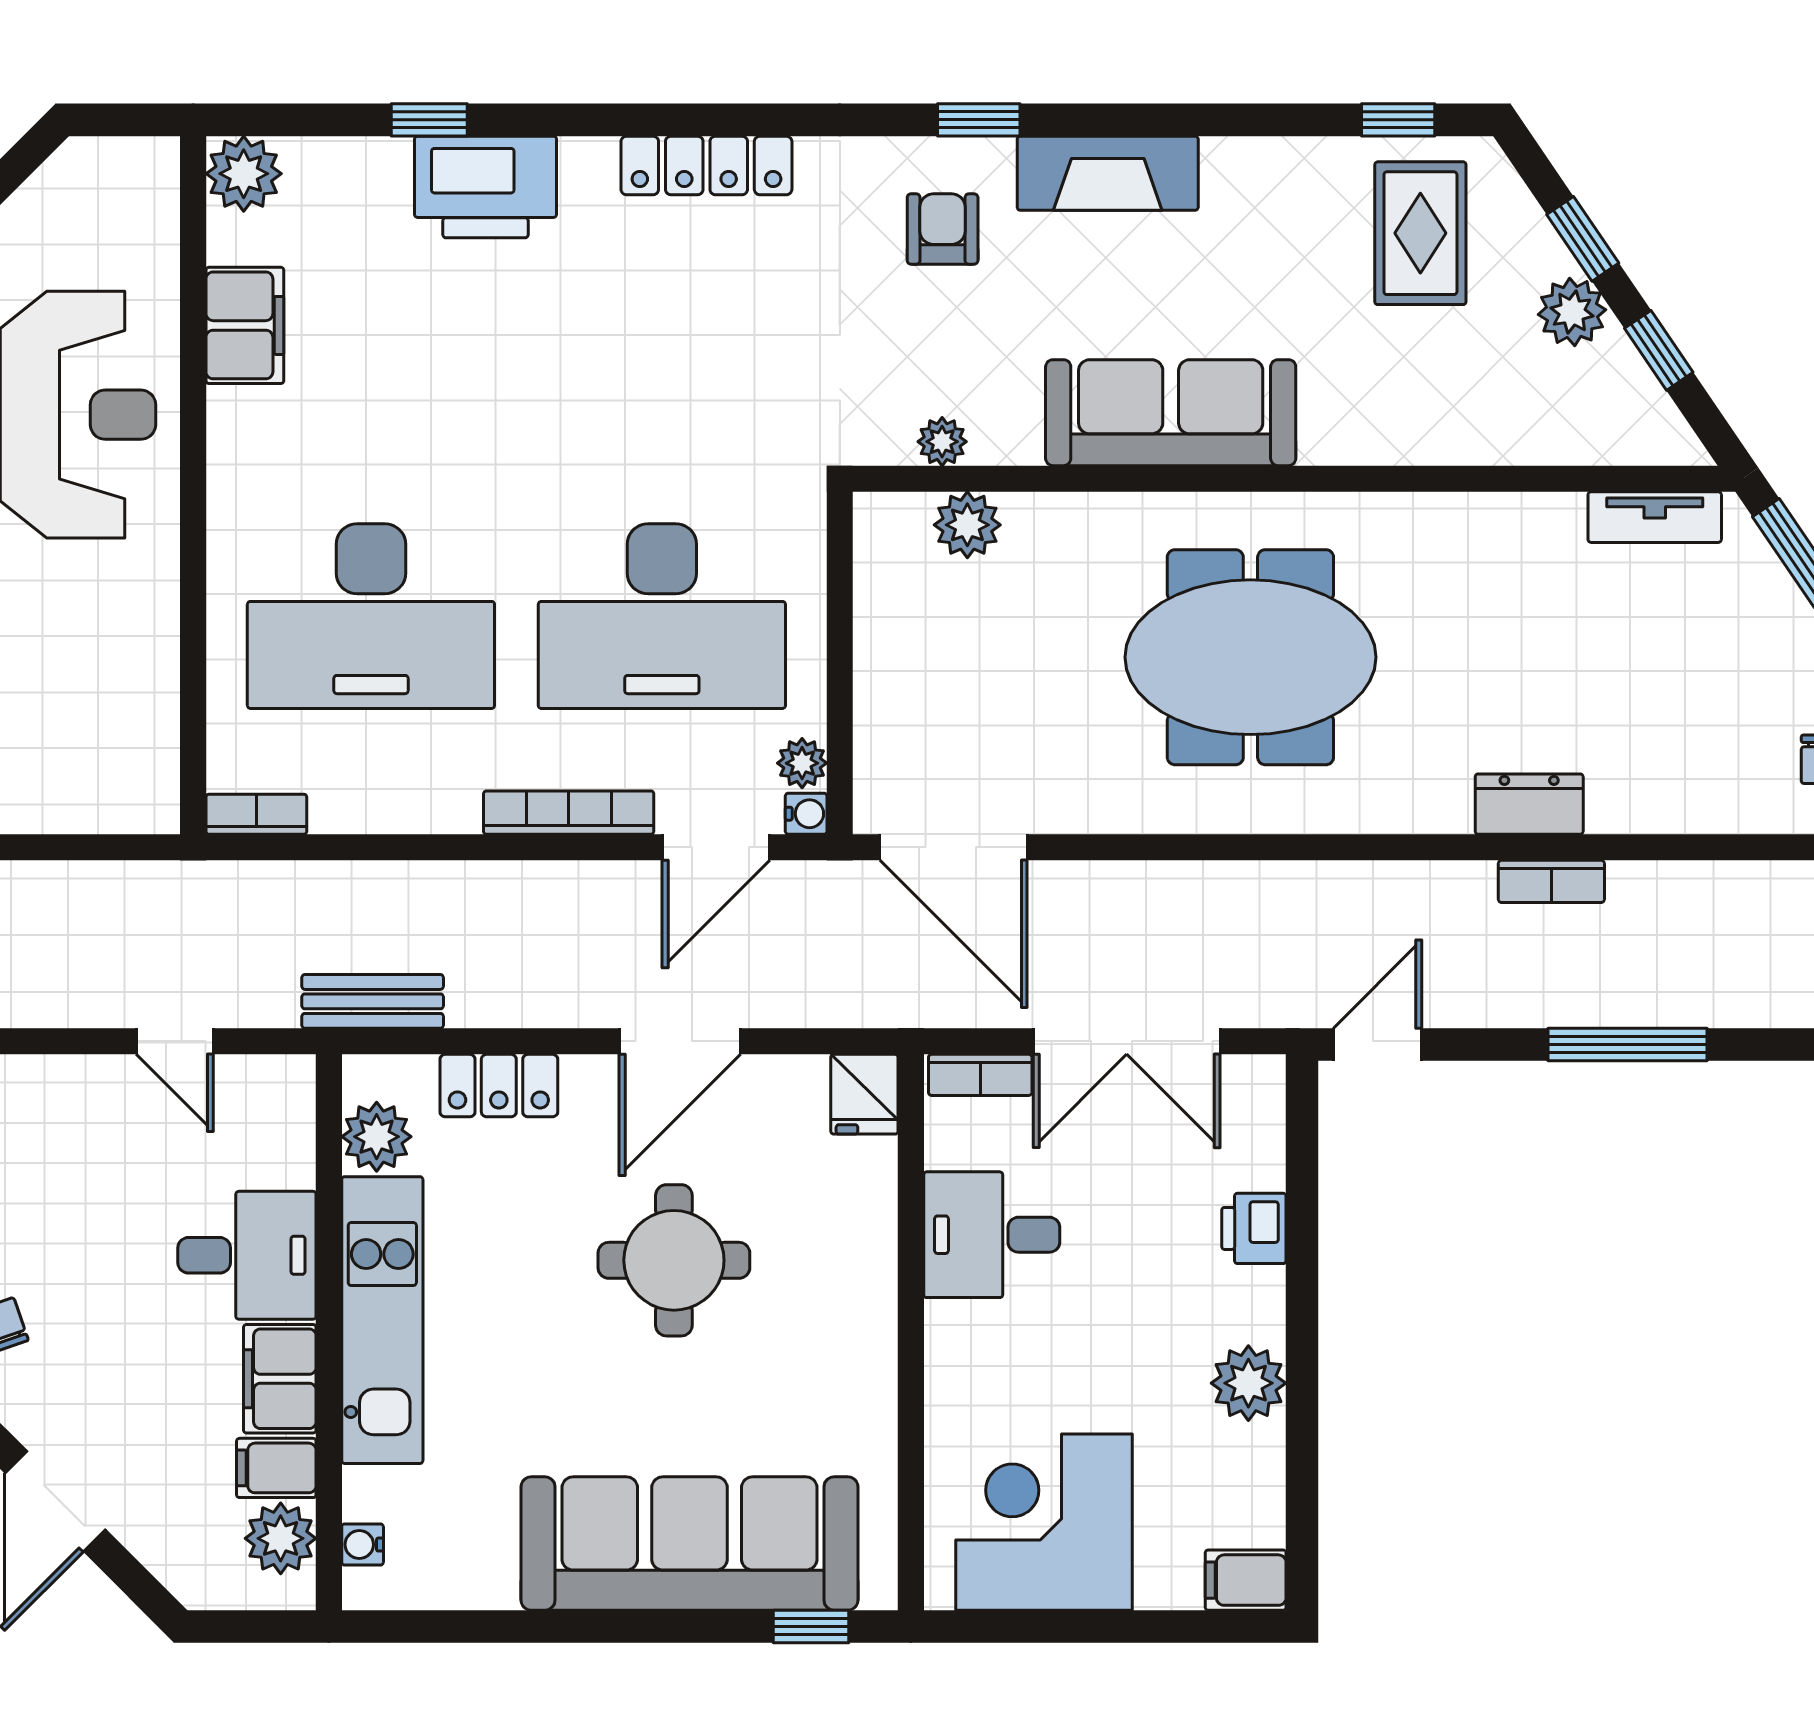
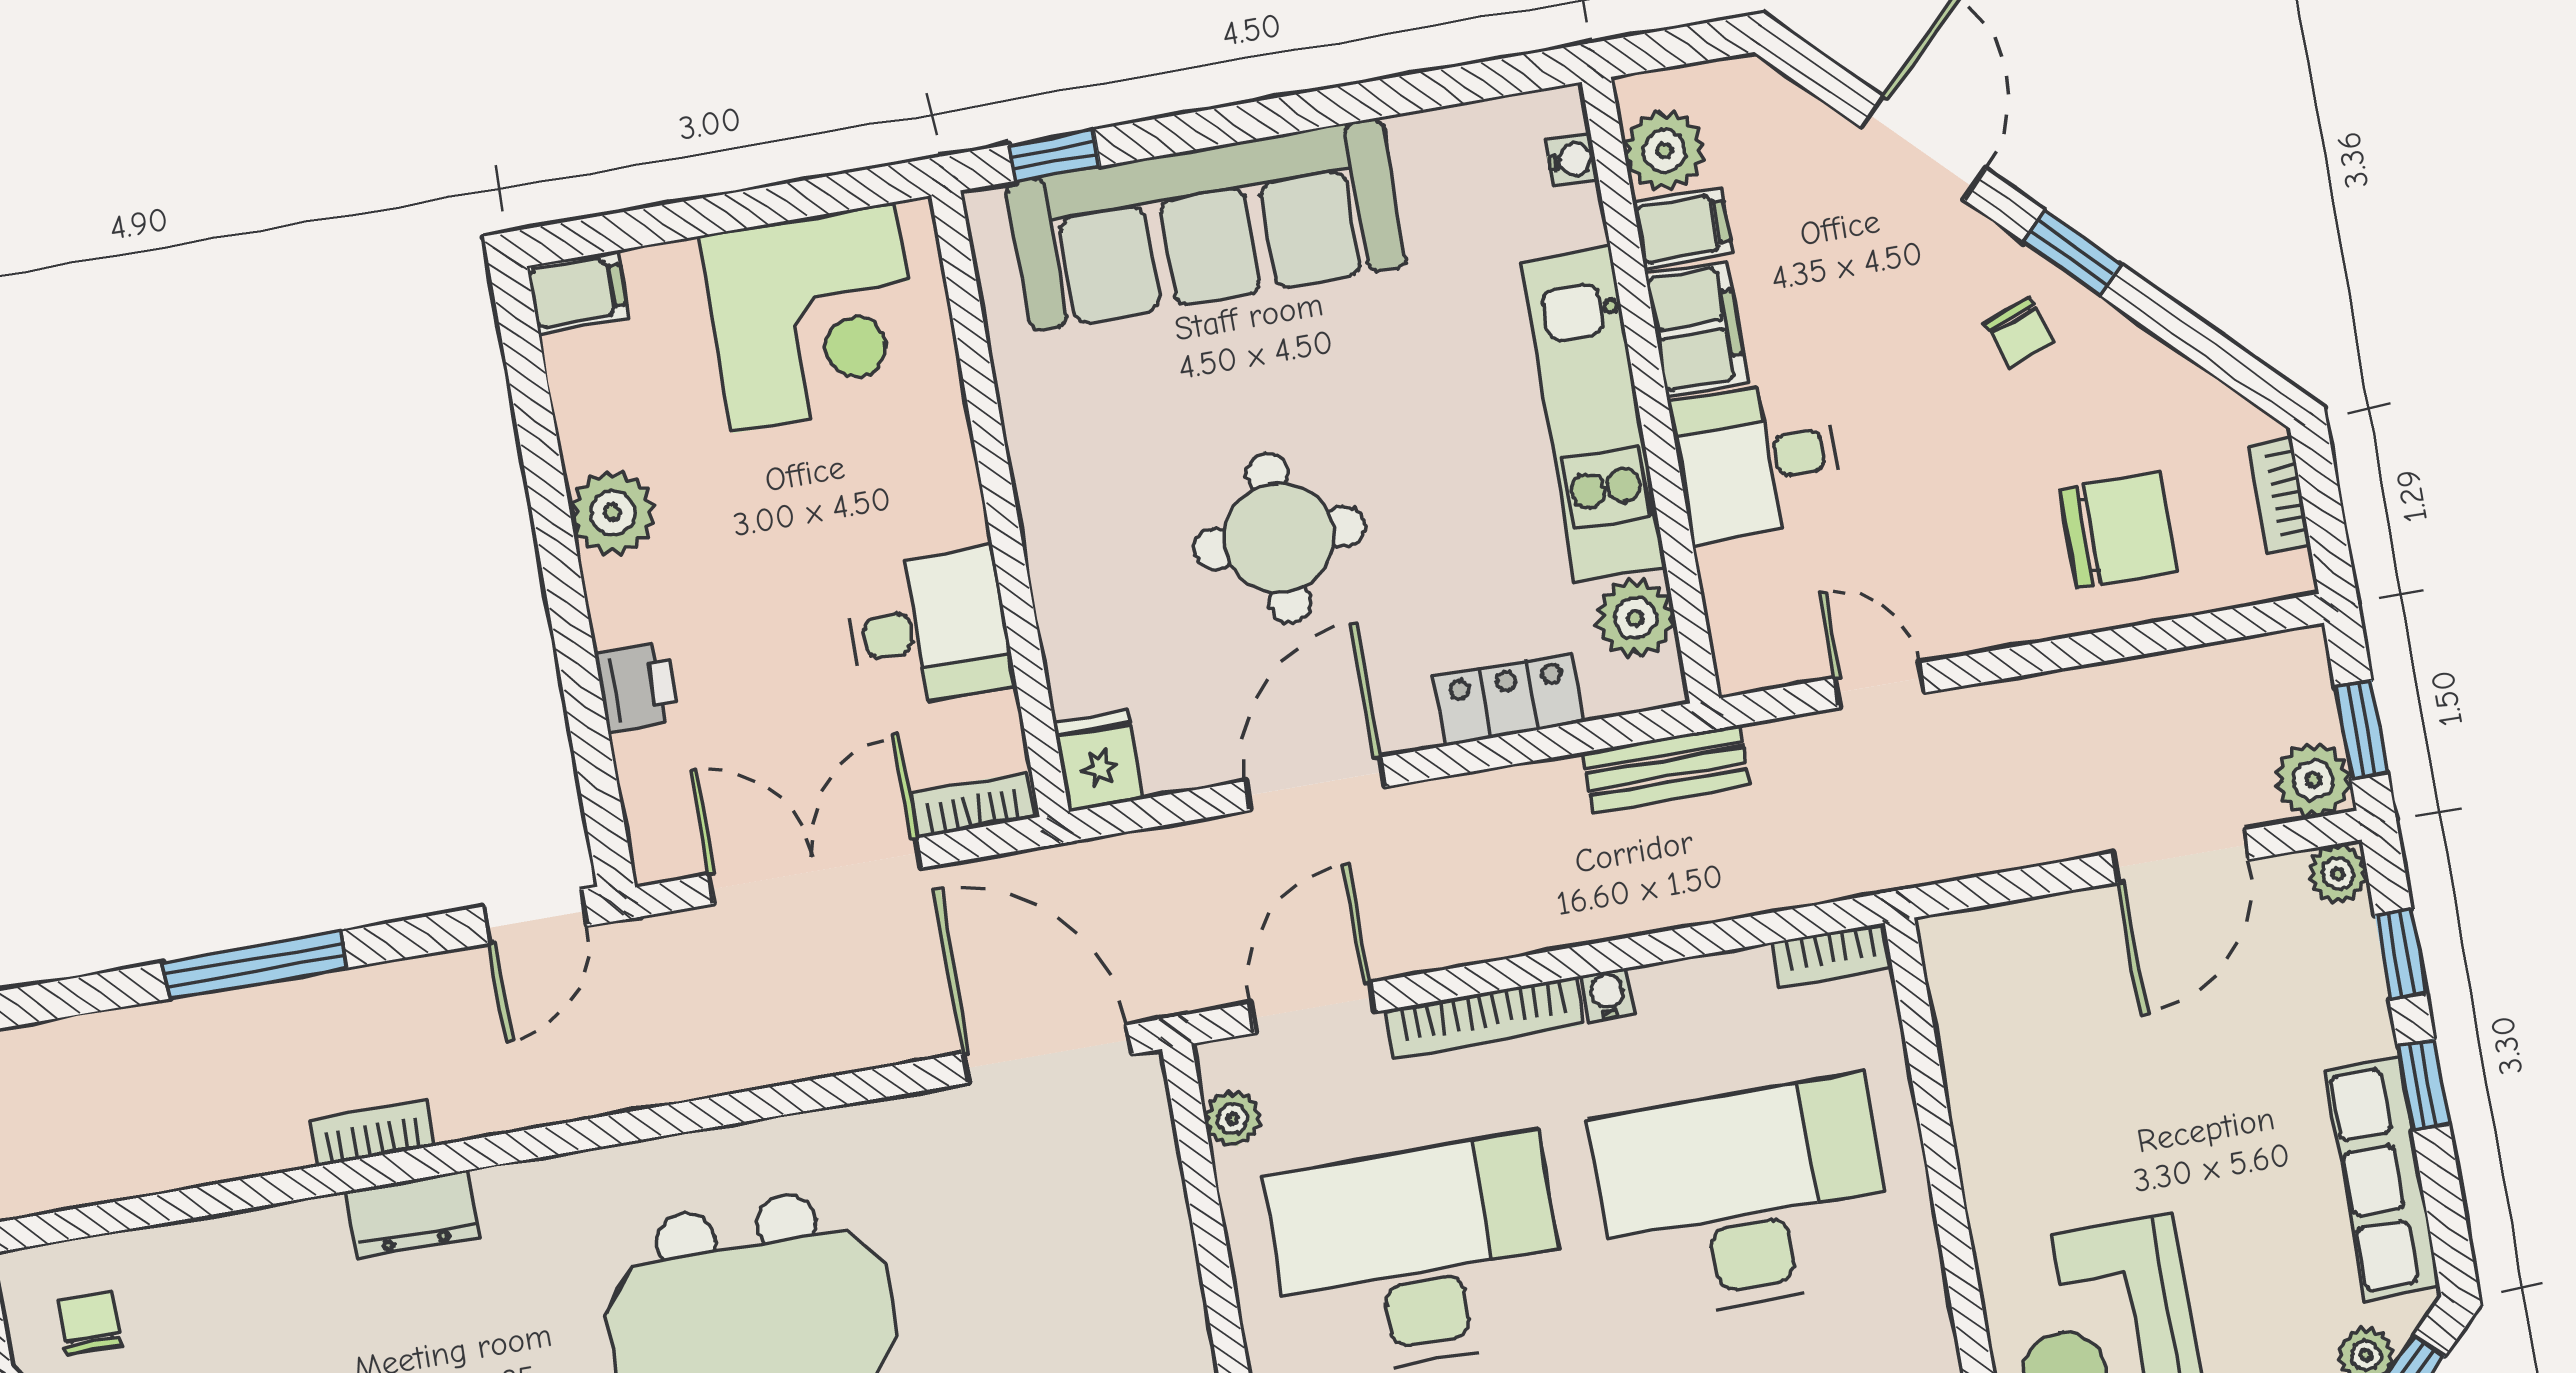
water cooler: (806, 814) -> (1608, 995), moved, turned 90

